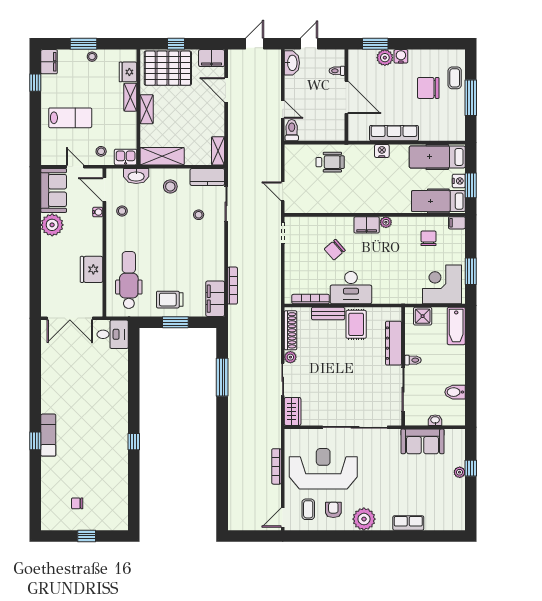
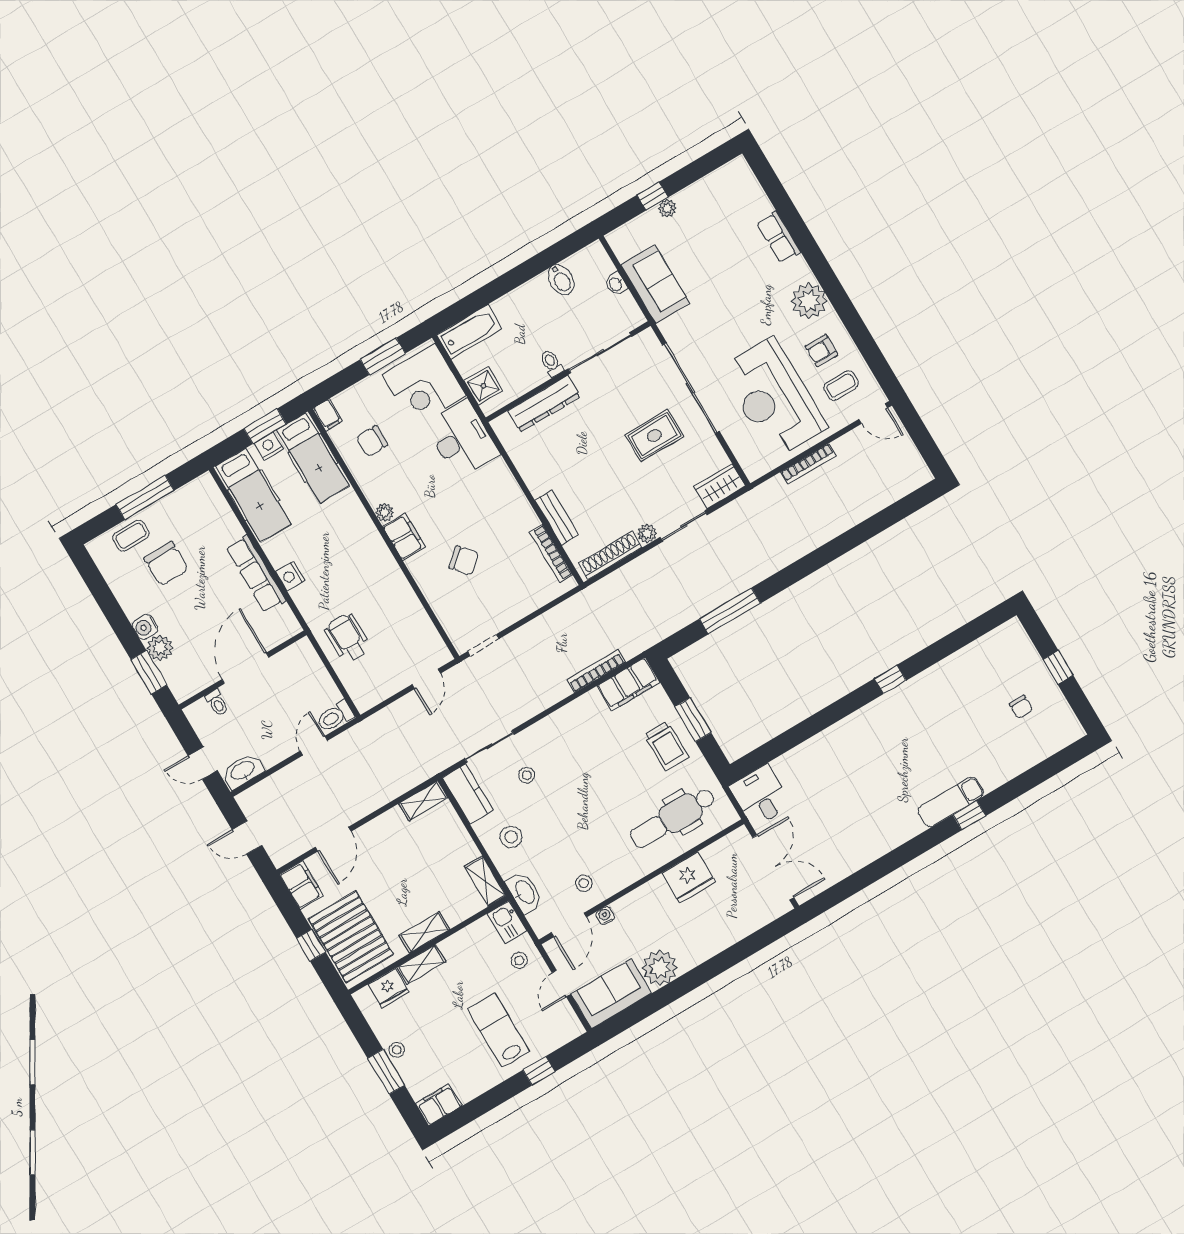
window: (35, 83) -> (539, 1071), moved
shelving: (162, 156) -> (485, 881), width x0.67, depth x0.75
desk: (351, 288) -> (462, 439), moved
rug: (356, 324) -> (654, 436), moved

